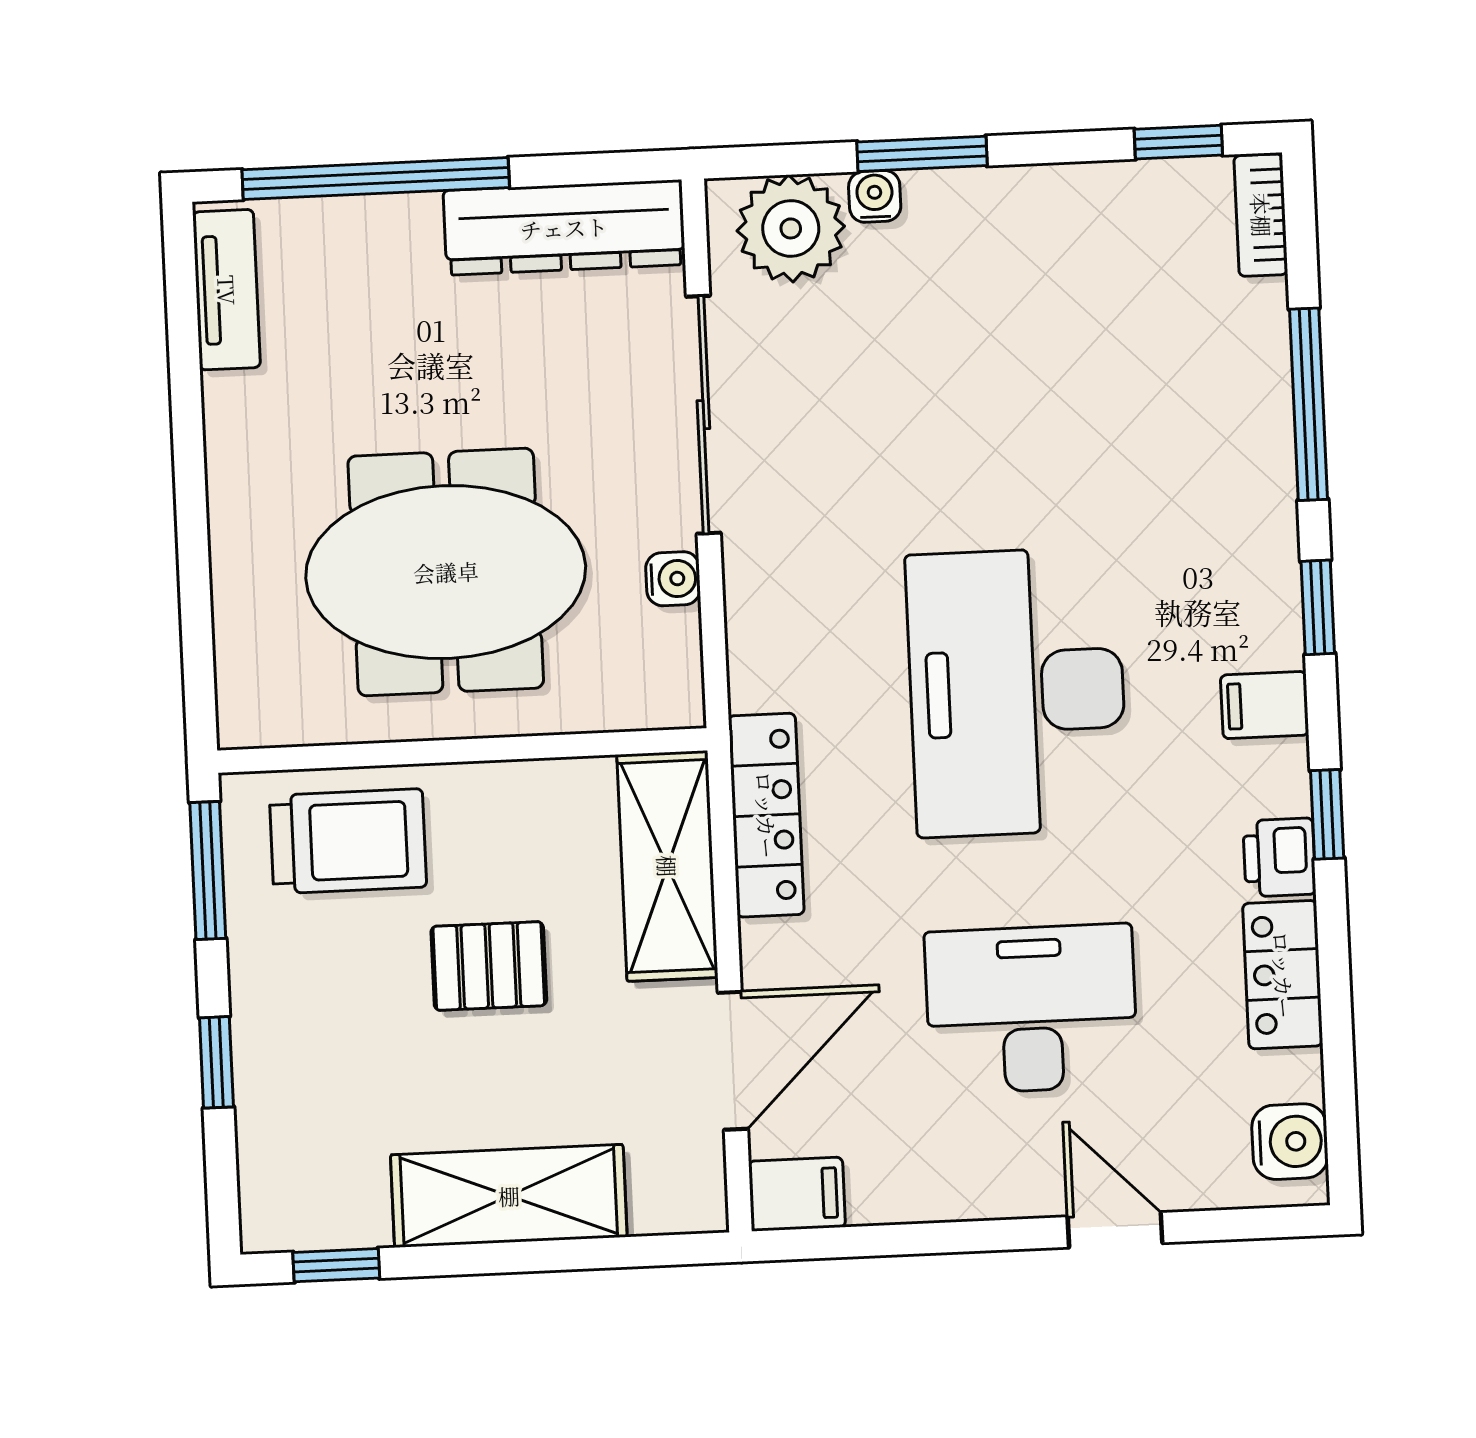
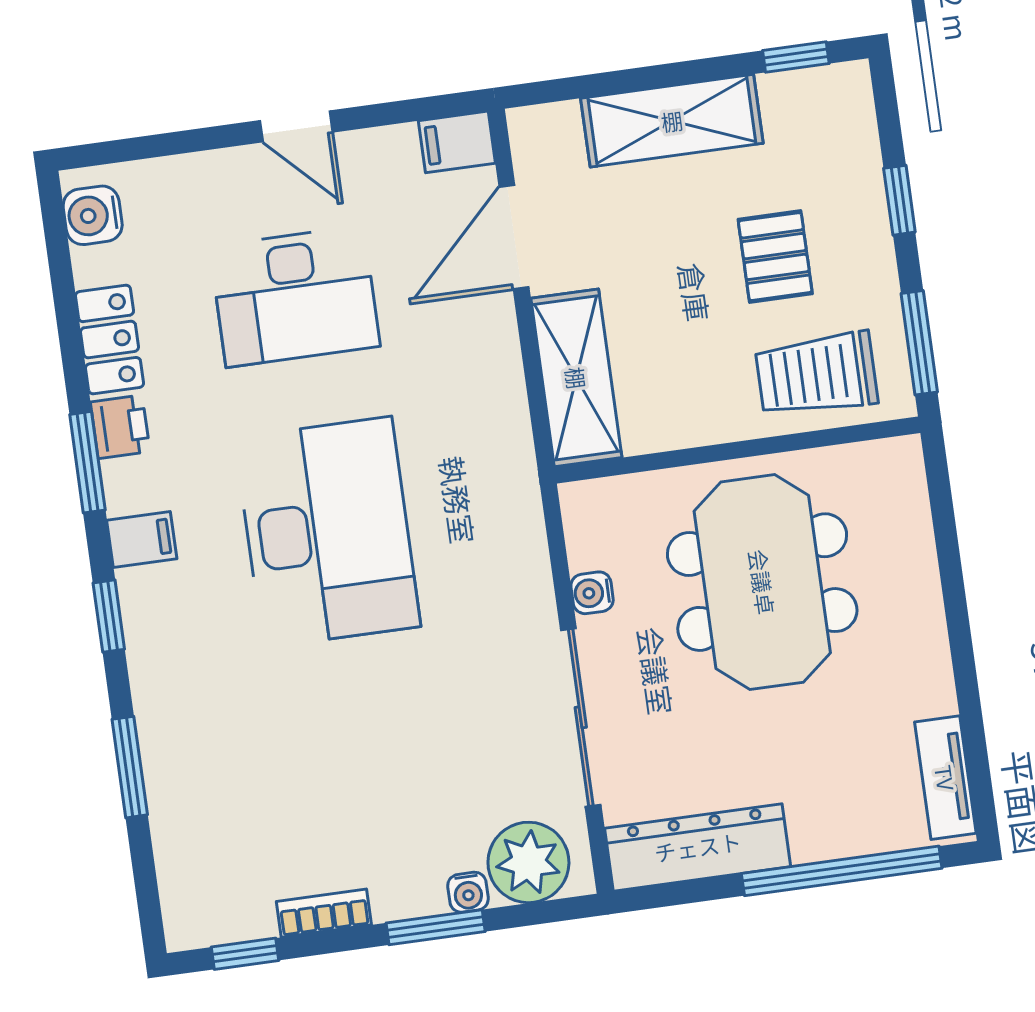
bookcase: (1261, 215) -> (324, 913), moved, turned -90
window: (1309, 404) -> (130, 767), width x0.69
meeting table: (446, 572) -> (762, 582), turned 90
window: (1327, 814) -> (87, 462), width x1.50
locker: (766, 815) -> (506, 423), removed
pallet: (489, 966) -> (775, 257), moved, turned 90
door: (1115, 1230) -> (296, 126), moved

